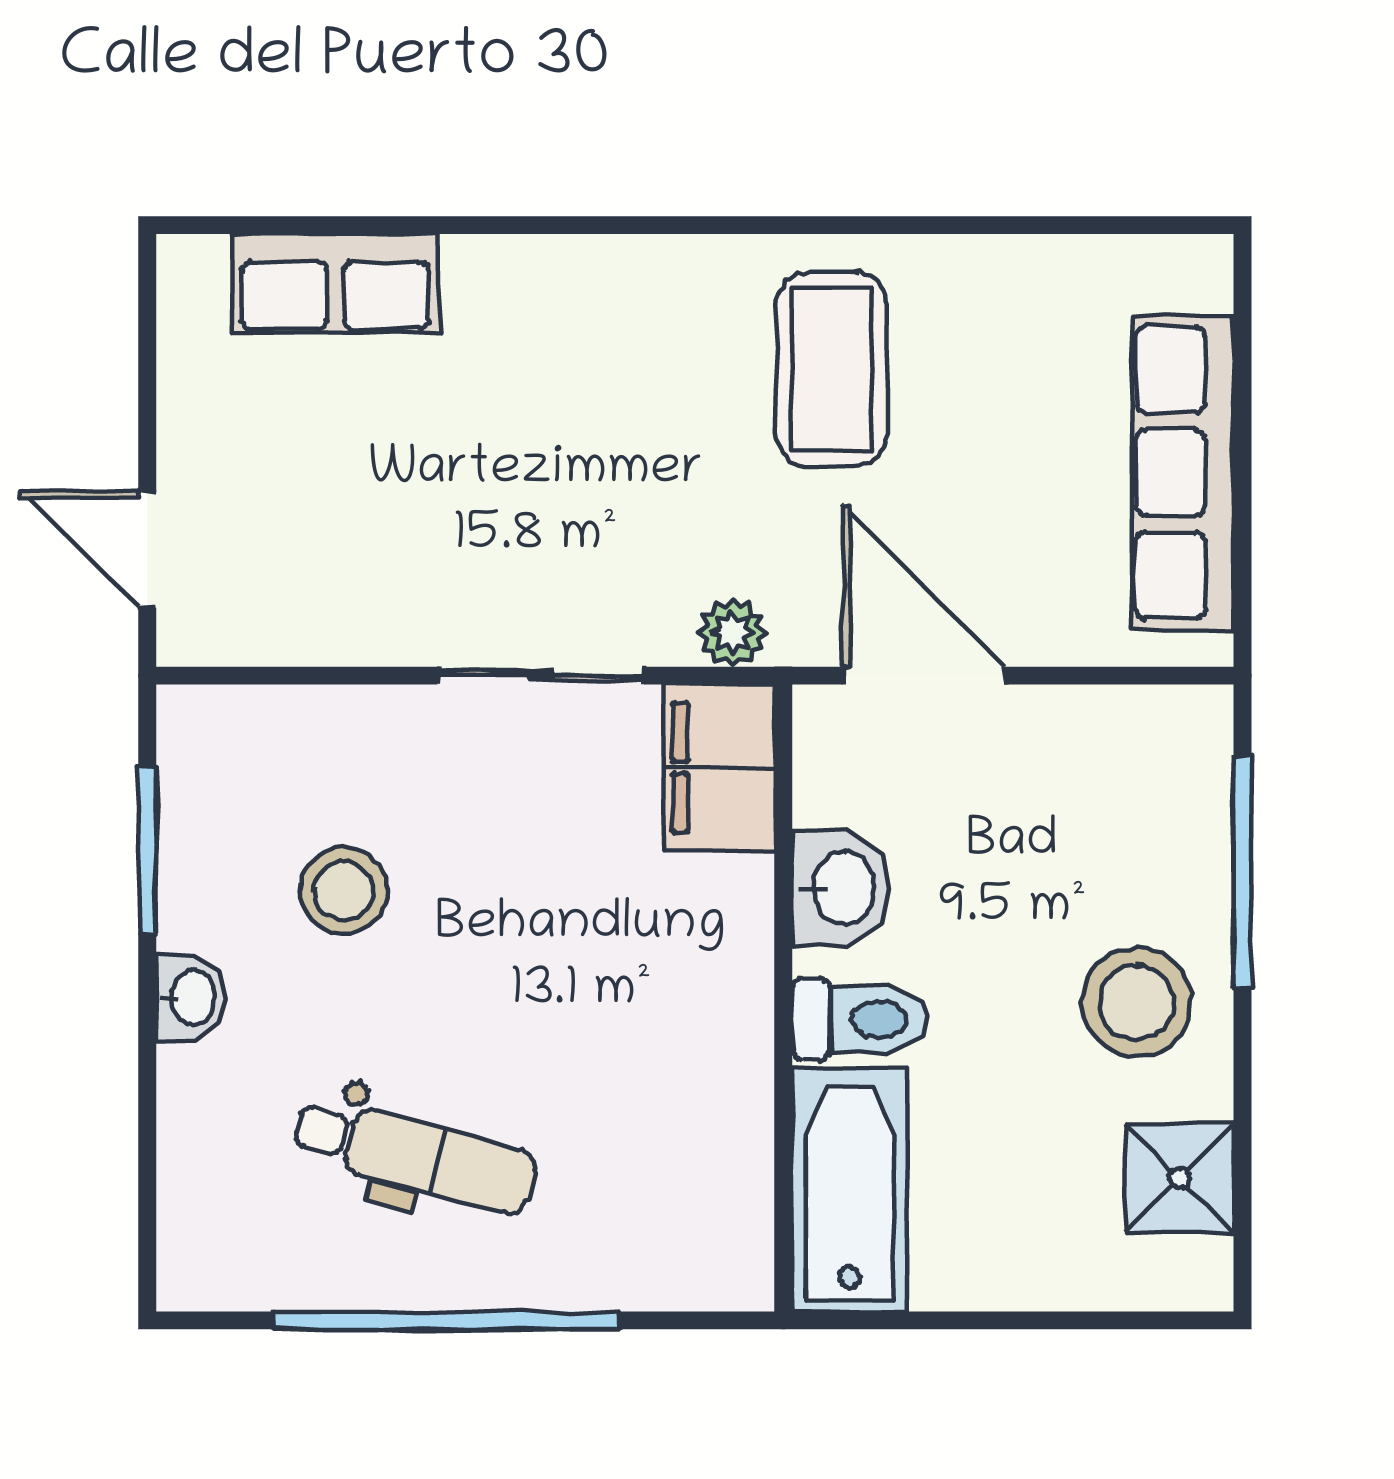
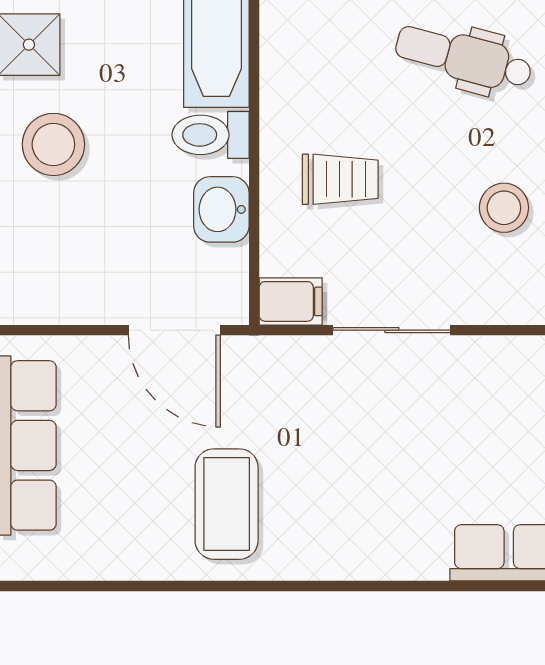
plant: (732, 633) -> (283, 354), removed
filing cabinet: (719, 768) -> (291, 301), width x0.50
trolley: (632, 941) -> (340, 179), added

